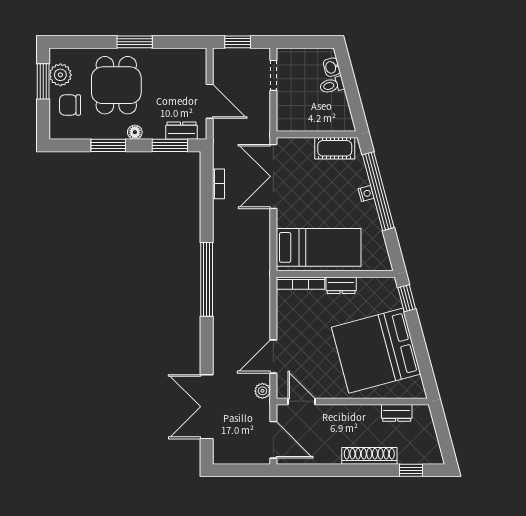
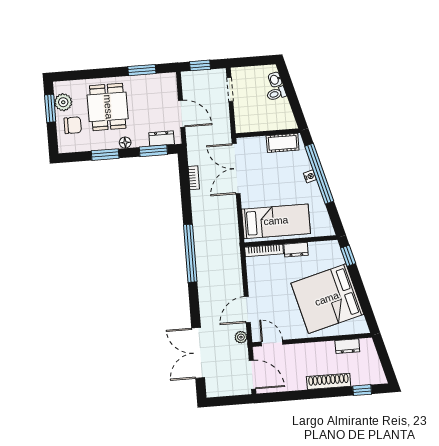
window: (135, 42) -> (142, 70), moved
chair: (70, 105) -> (73, 125), turned 180

